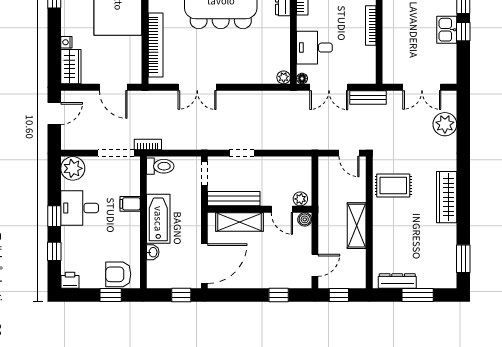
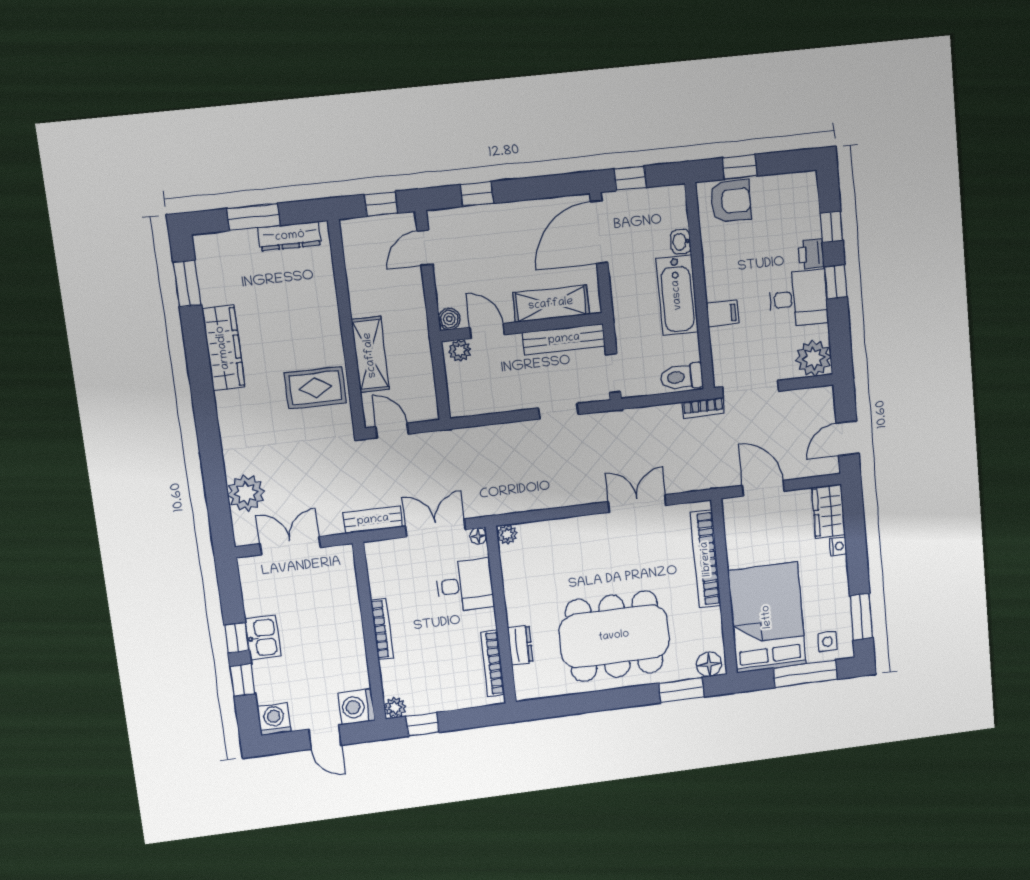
wardrobe: (447, 197) -> (223, 348), moved
shelving: (357, 226) -> (370, 355), moved
printer: (70, 280) -> (811, 254), moved, turned 90

